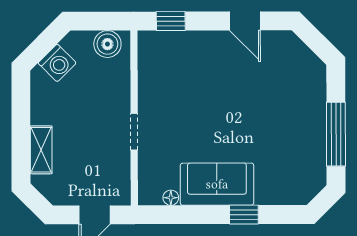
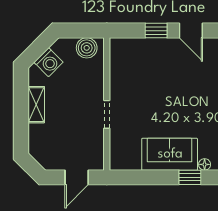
window: (171, 21) -> (156, 31), moved
shelving: (41, 150) -> (36, 105), moved
floor lamp: (171, 198) -> (205, 164), moved

